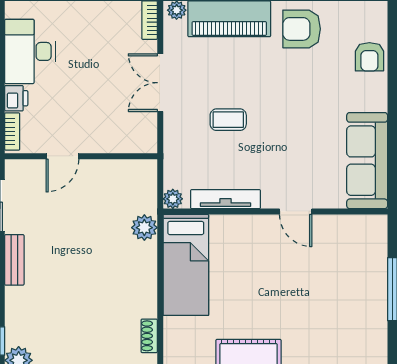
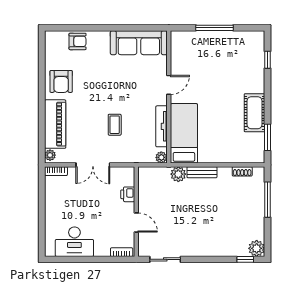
printer: (16, 98) -> (128, 194), moved, turned -90
bench: (14, 260) -> (202, 172), moved
bed: (186, 265) -> (184, 133), moved, turned -90

